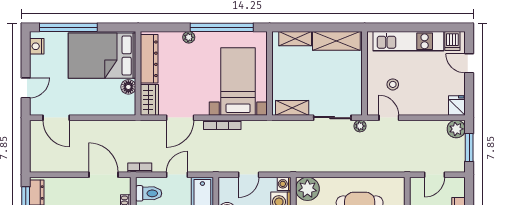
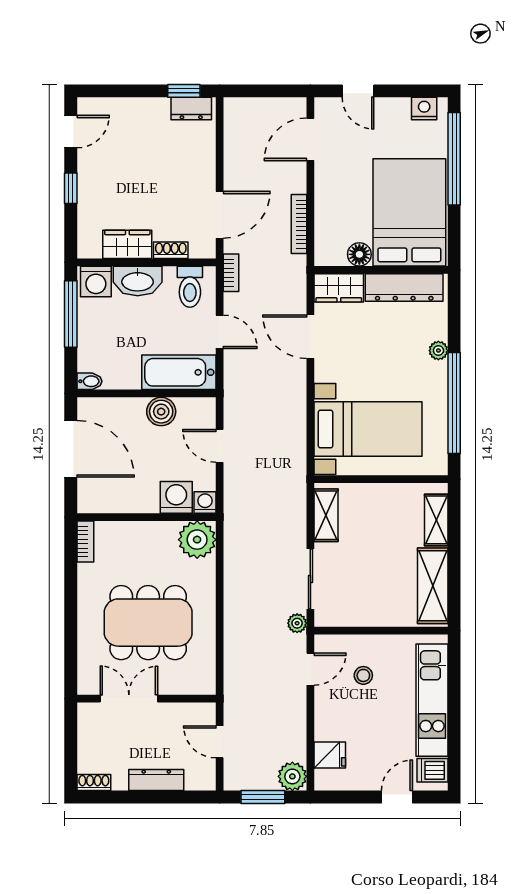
fridge: (457, 105) -> (330, 755), moved
bookcase: (222, 125) -> (299, 224), moved

